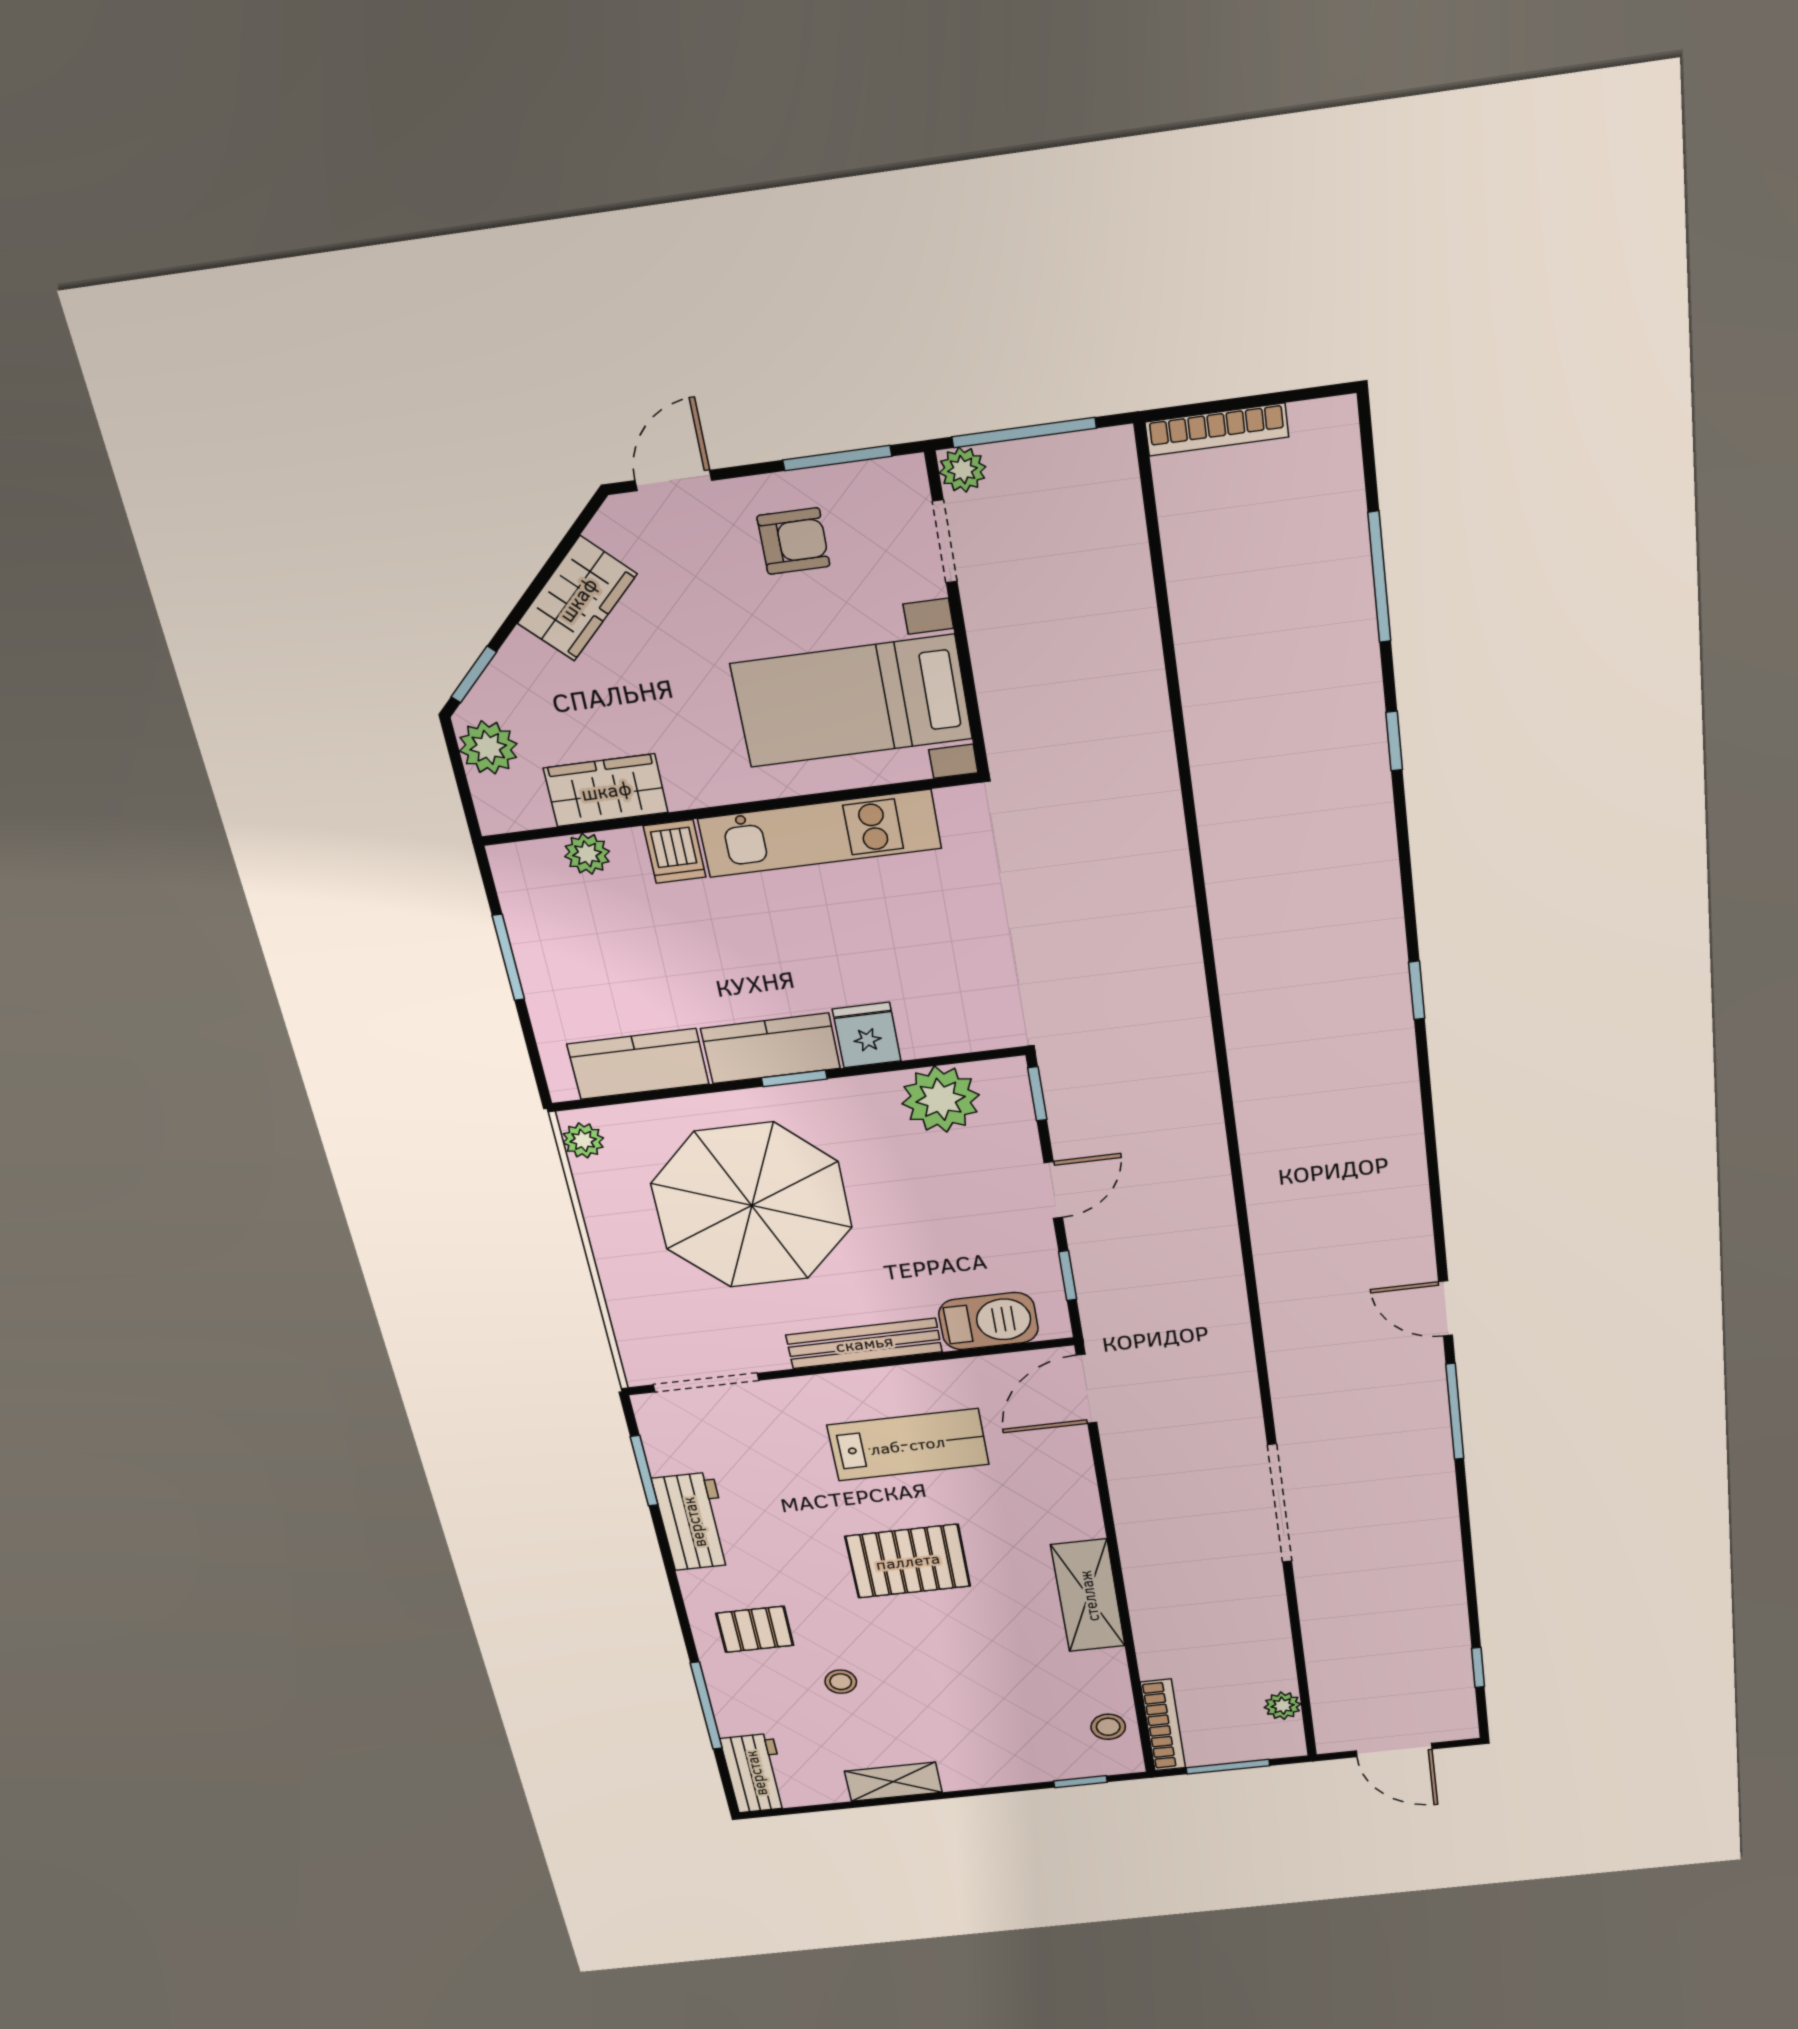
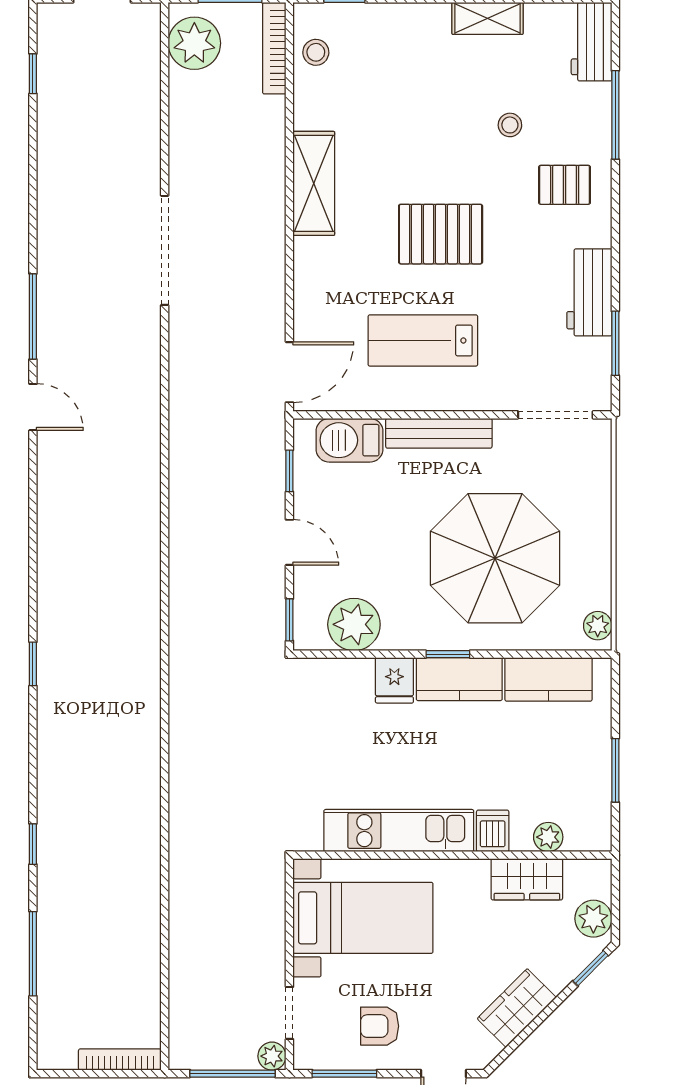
door: (1053, 1190) -> (289, 542), swing flipped
plant: (1283, 1706) -> (194, 43), width x1.87, depth x1.87

